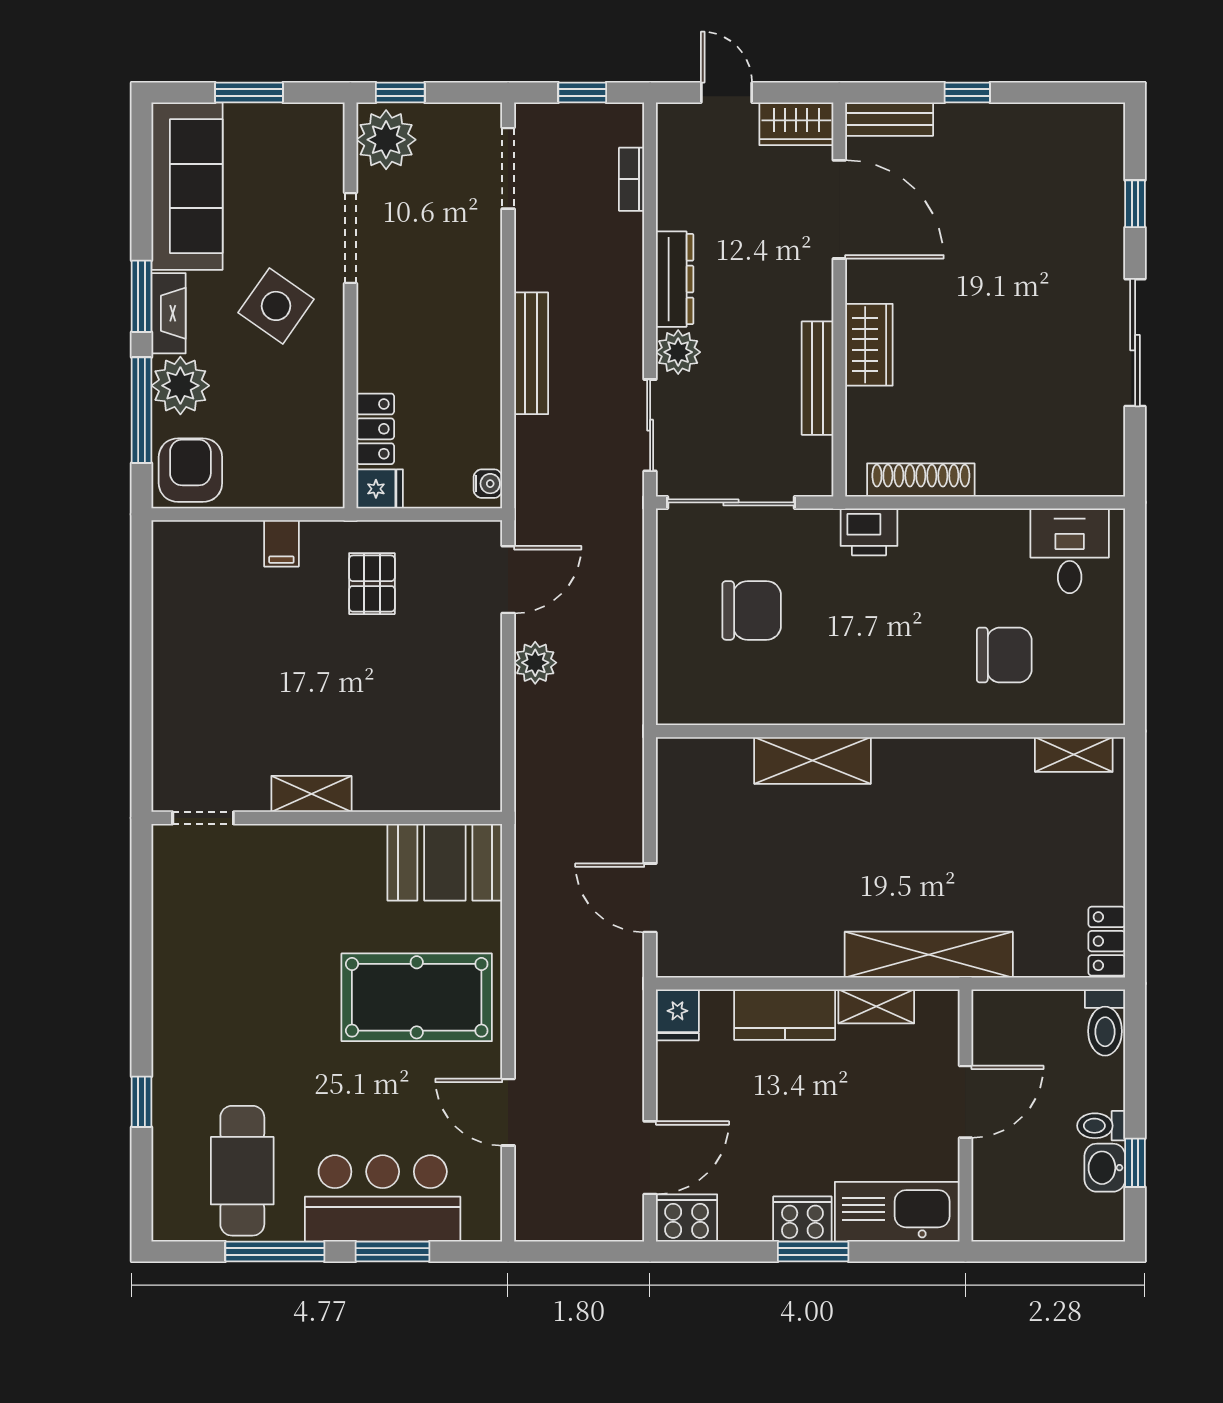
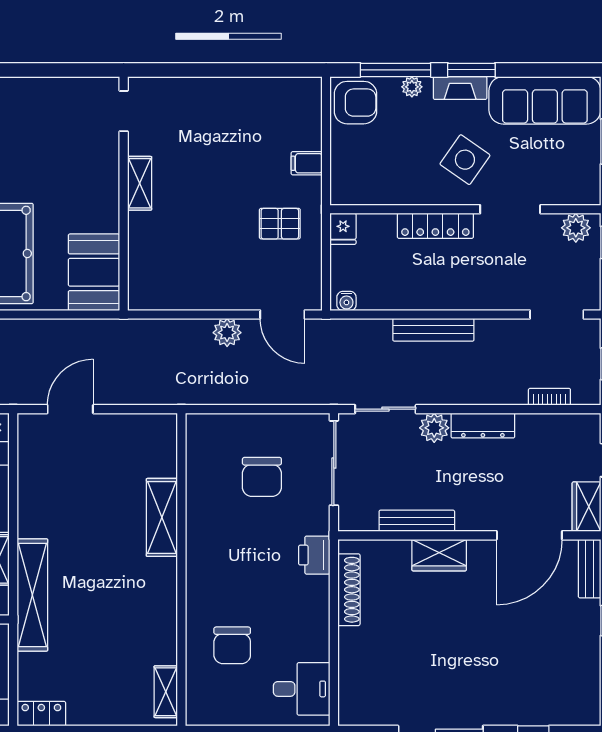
plant: (386, 140) -> (576, 228), width x0.73, depth x0.73
plant: (180, 386) -> (412, 87), width x0.53, depth x0.53
locker: (375, 429) -> (435, 226), moved, width x1.53

